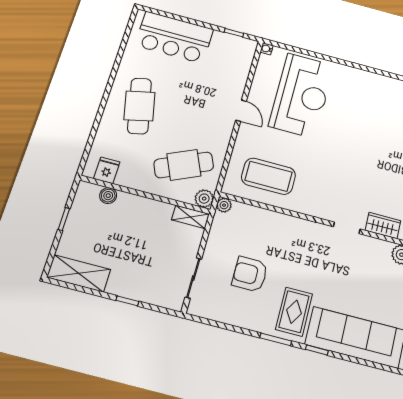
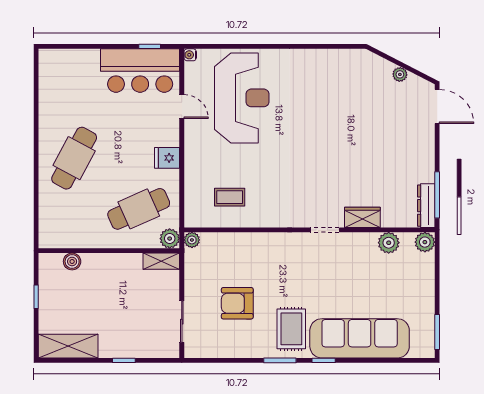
bar counter: (174, 37) -> (140, 71), moved
cafe table: (139, 106) -> (74, 158), turned 41
door: (241, 111) -> (182, 107), moved
fridge: (107, 170) -> (167, 158), moved, turned -90
coffee table: (269, 176) -> (230, 197), width x0.54, depth x0.58

